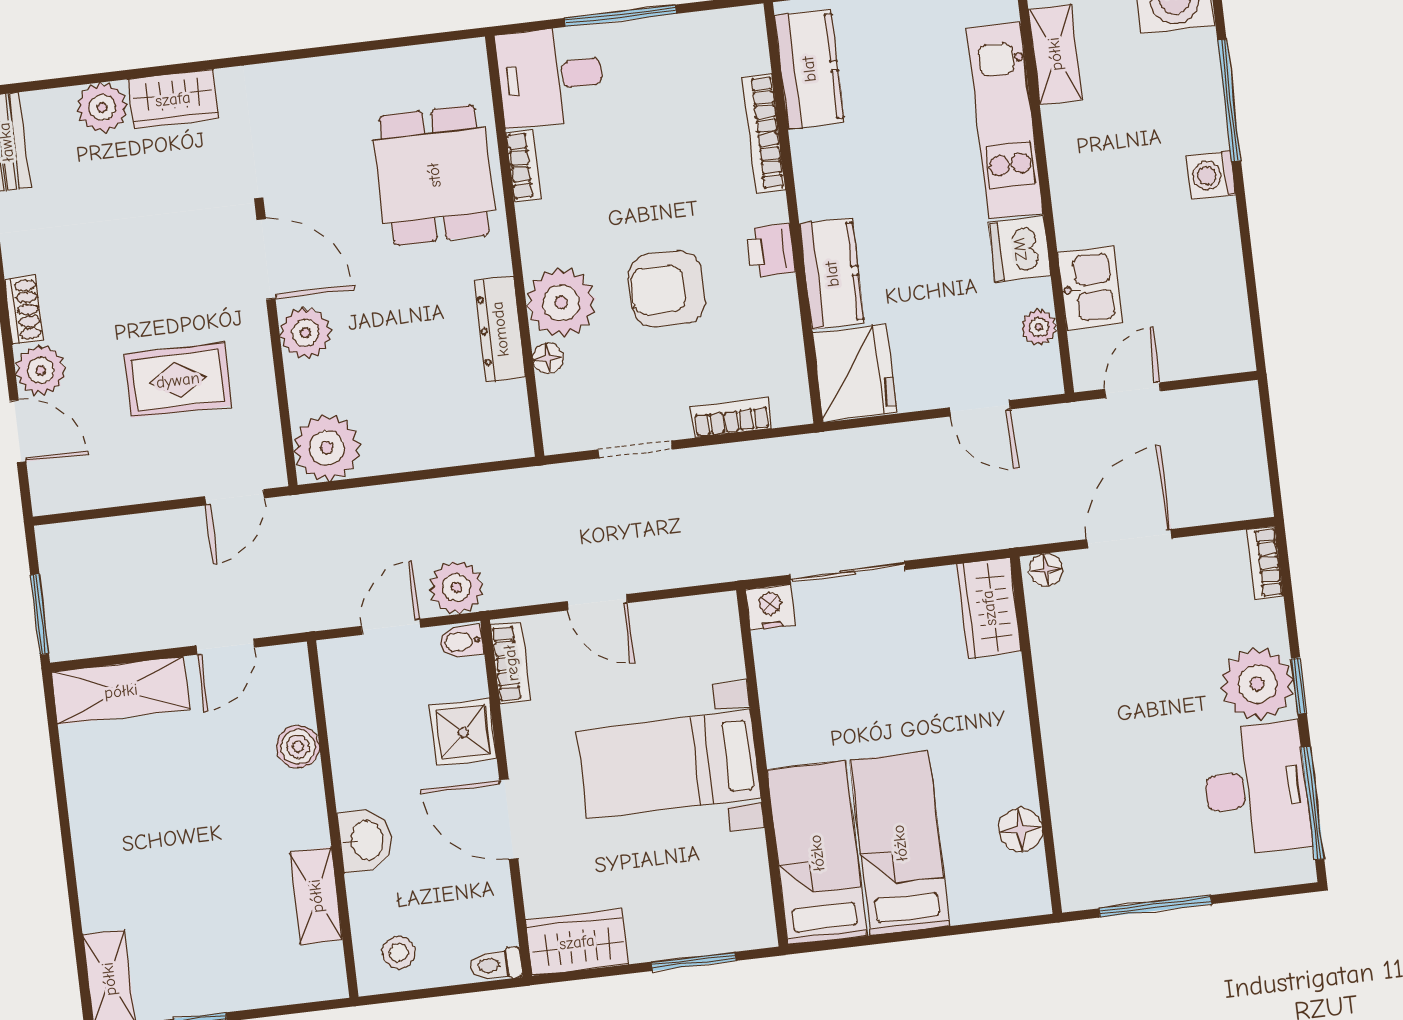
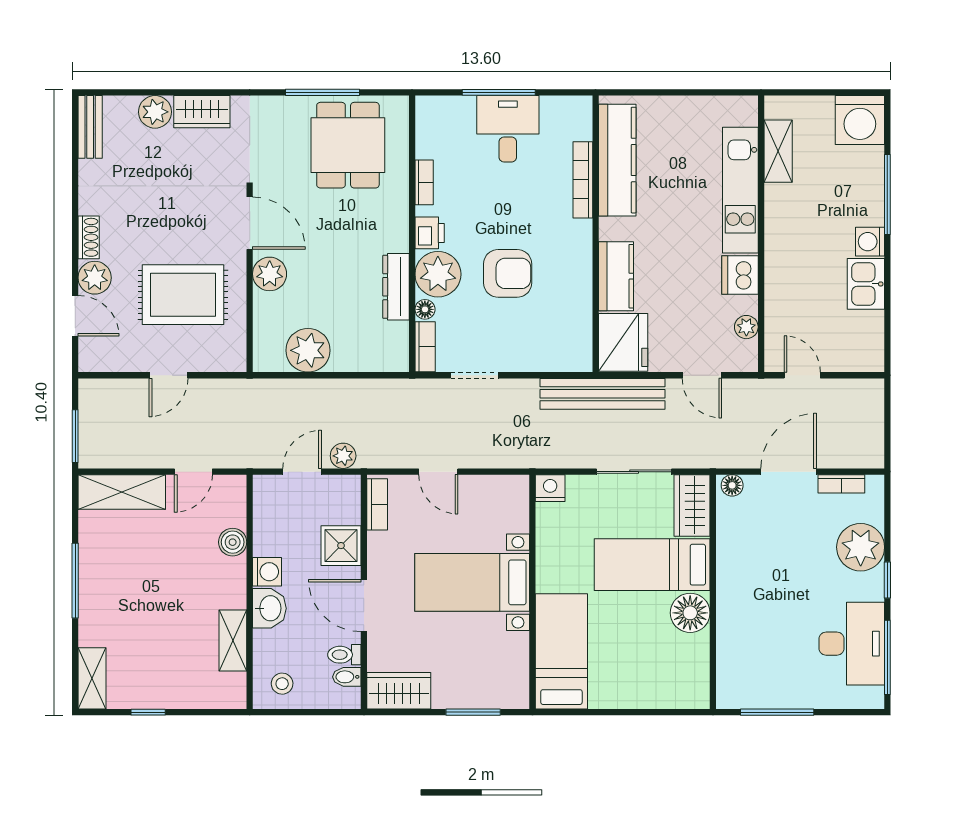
window: (353, 48) -> (323, 92), added
kitchen counter: (809, 69) -> (617, 160), width x1.50
desk: (550, 76) -> (508, 129), moved, turned 90
dining table: (434, 175) -> (348, 145), moved
printer: (771, 250) -> (430, 233), moved, turned 180
kitchen sink: (1090, 288) -> (866, 284), moved, turned 180
armchair: (667, 289) -> (508, 273), turned 180
rug: (178, 380) -> (183, 295), width x1.36, depth x1.43
door: (1133, 390) -> (802, 375), hinge flipped
bookcase: (731, 418) -> (425, 347), moved, turned 90
plant: (327, 448) -> (308, 350), moved
bench: (833, 454) -> (603, 394), added
door: (235, 497) -> (168, 375), moved
bookcase: (1265, 563) -> (841, 484), moved, turned -90
sliding door: (848, 572) -> (634, 472), moved
plant: (456, 587) -> (343, 456), width x0.73, depth x0.73
bidet: (461, 641) -> (347, 677), moved
plant: (1257, 684) -> (861, 547), moved
washing machine: (355, 785) -> (267, 572), added
floor lamp: (1021, 830) -> (690, 613), moved, width x1.38, depth x1.38
window: (66, 834) -> (75, 581), added
bed: (900, 843) -> (652, 565), moved, turned -90
toilet: (496, 965) -> (344, 655), moved

